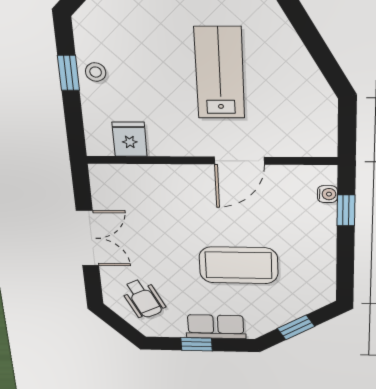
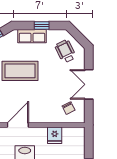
fridge: (130, 139) -> (55, 135), moved
chair: (127, 194) -> (69, 108), added

